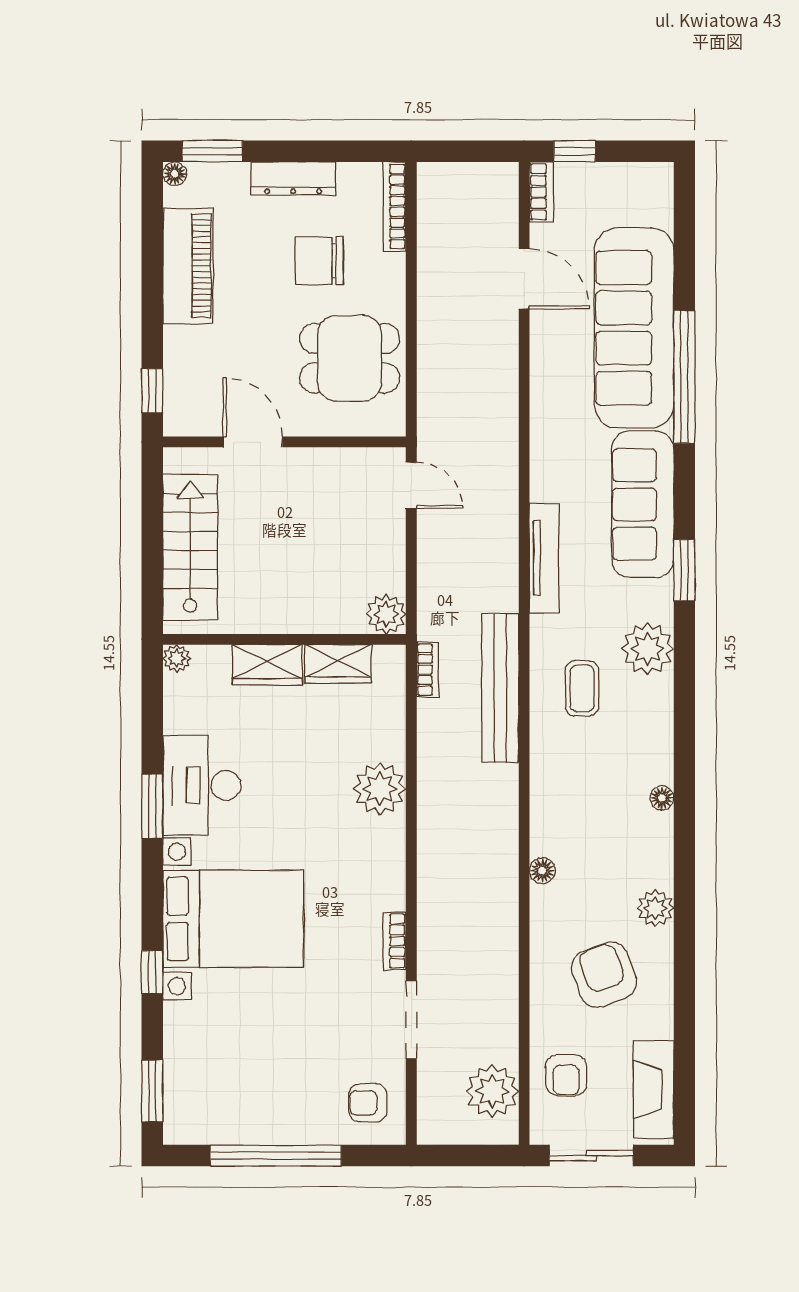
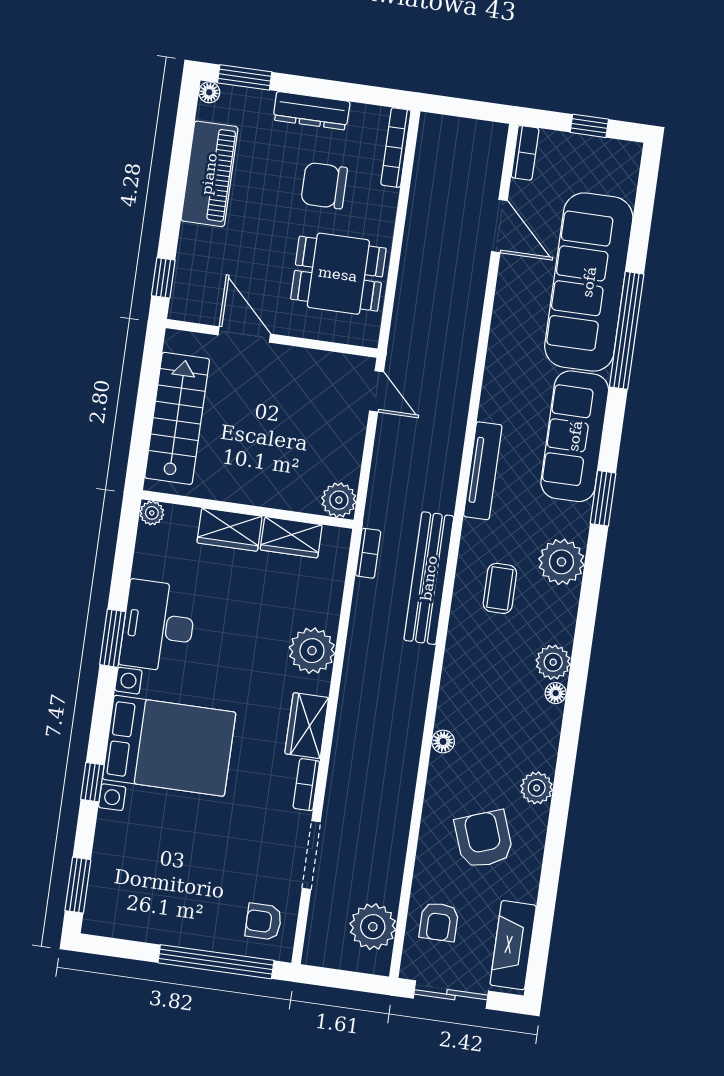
window: (575, 151) -> (589, 126), moved
plant: (654, 763) -> (553, 662), added
wardrobe: (386, 874) -> (307, 726), added
window: (276, 1156) -> (216, 962), moved

